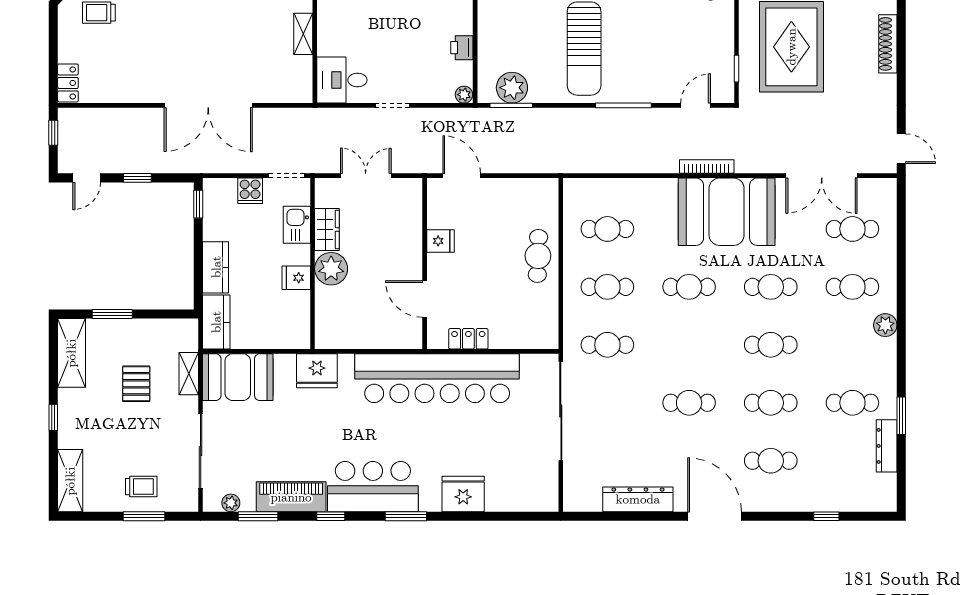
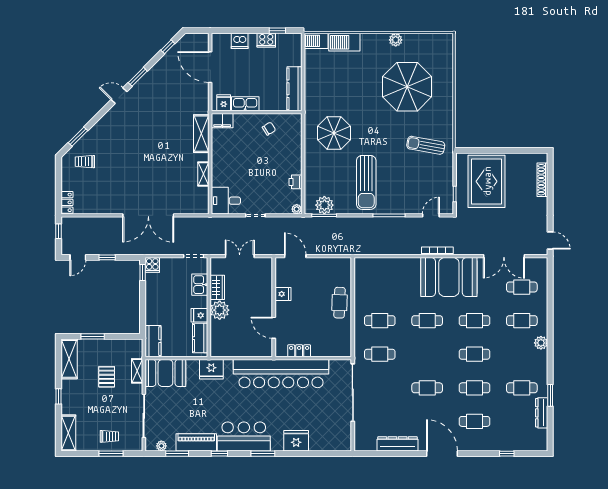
cooker: (250, 191) -> (152, 265), moved
cafe table: (607, 229) -> (380, 287), removed
kitchen counter: (216, 267) -> (200, 338), moved, turned 180

